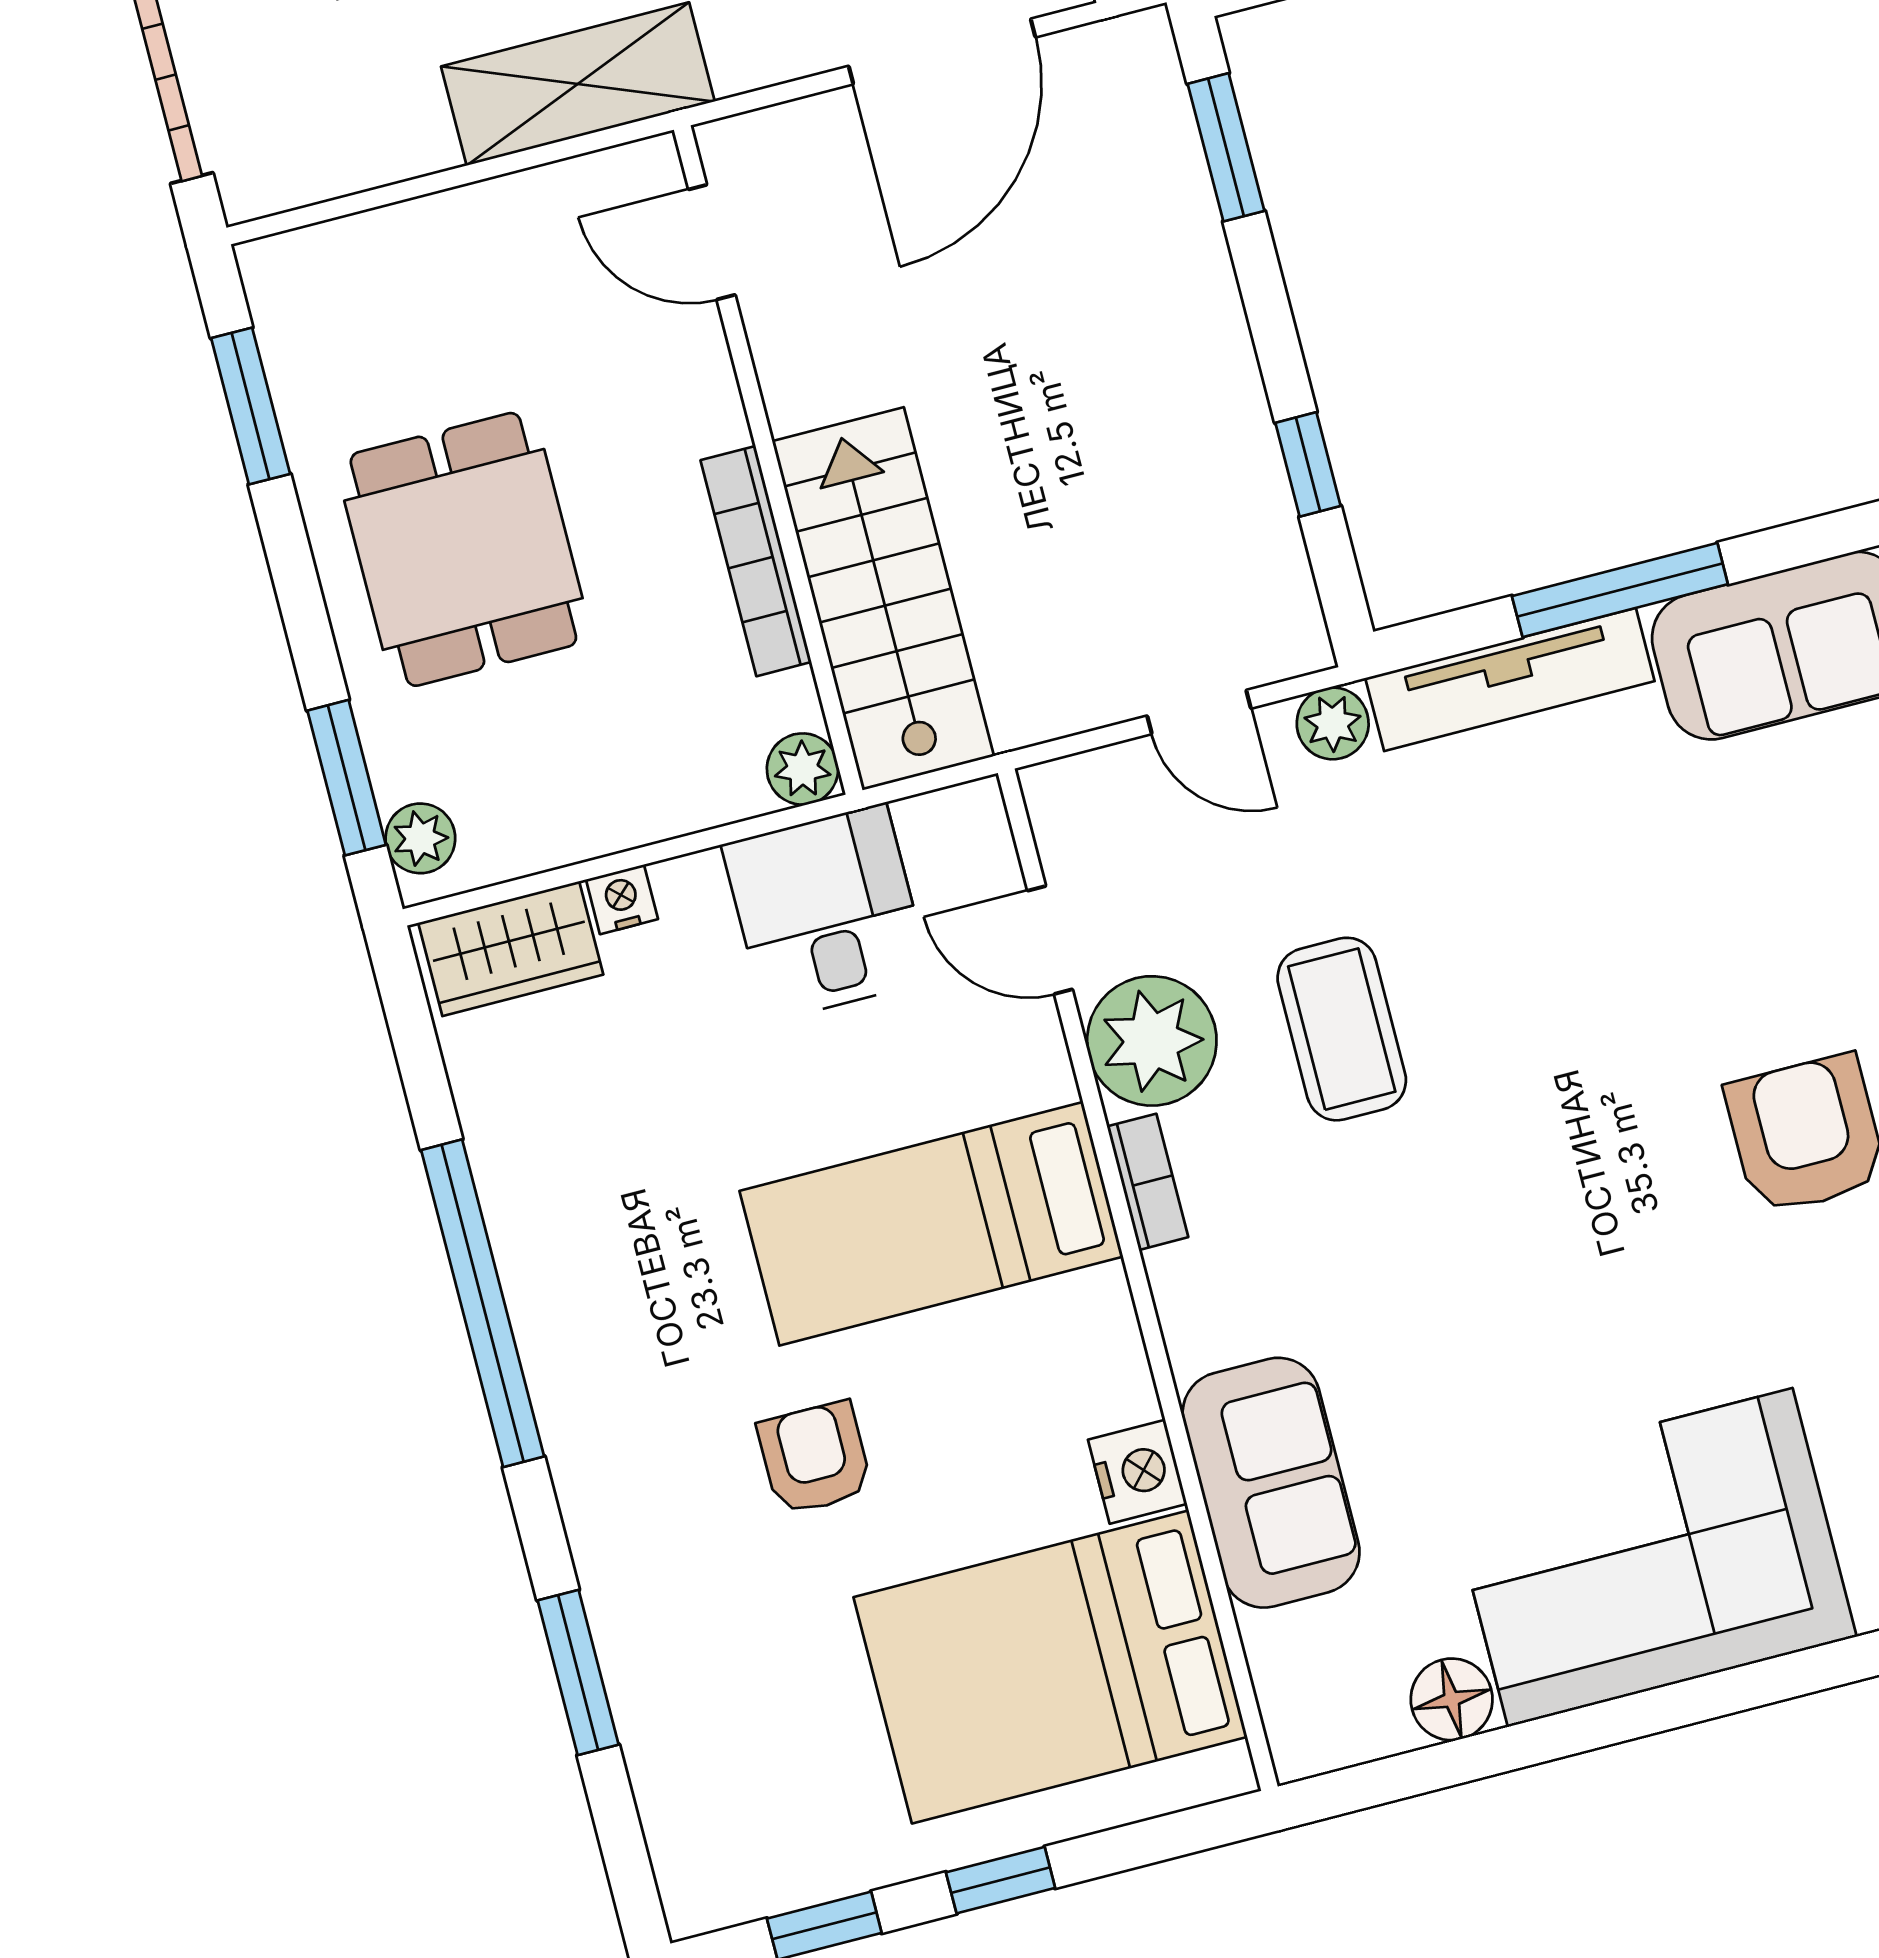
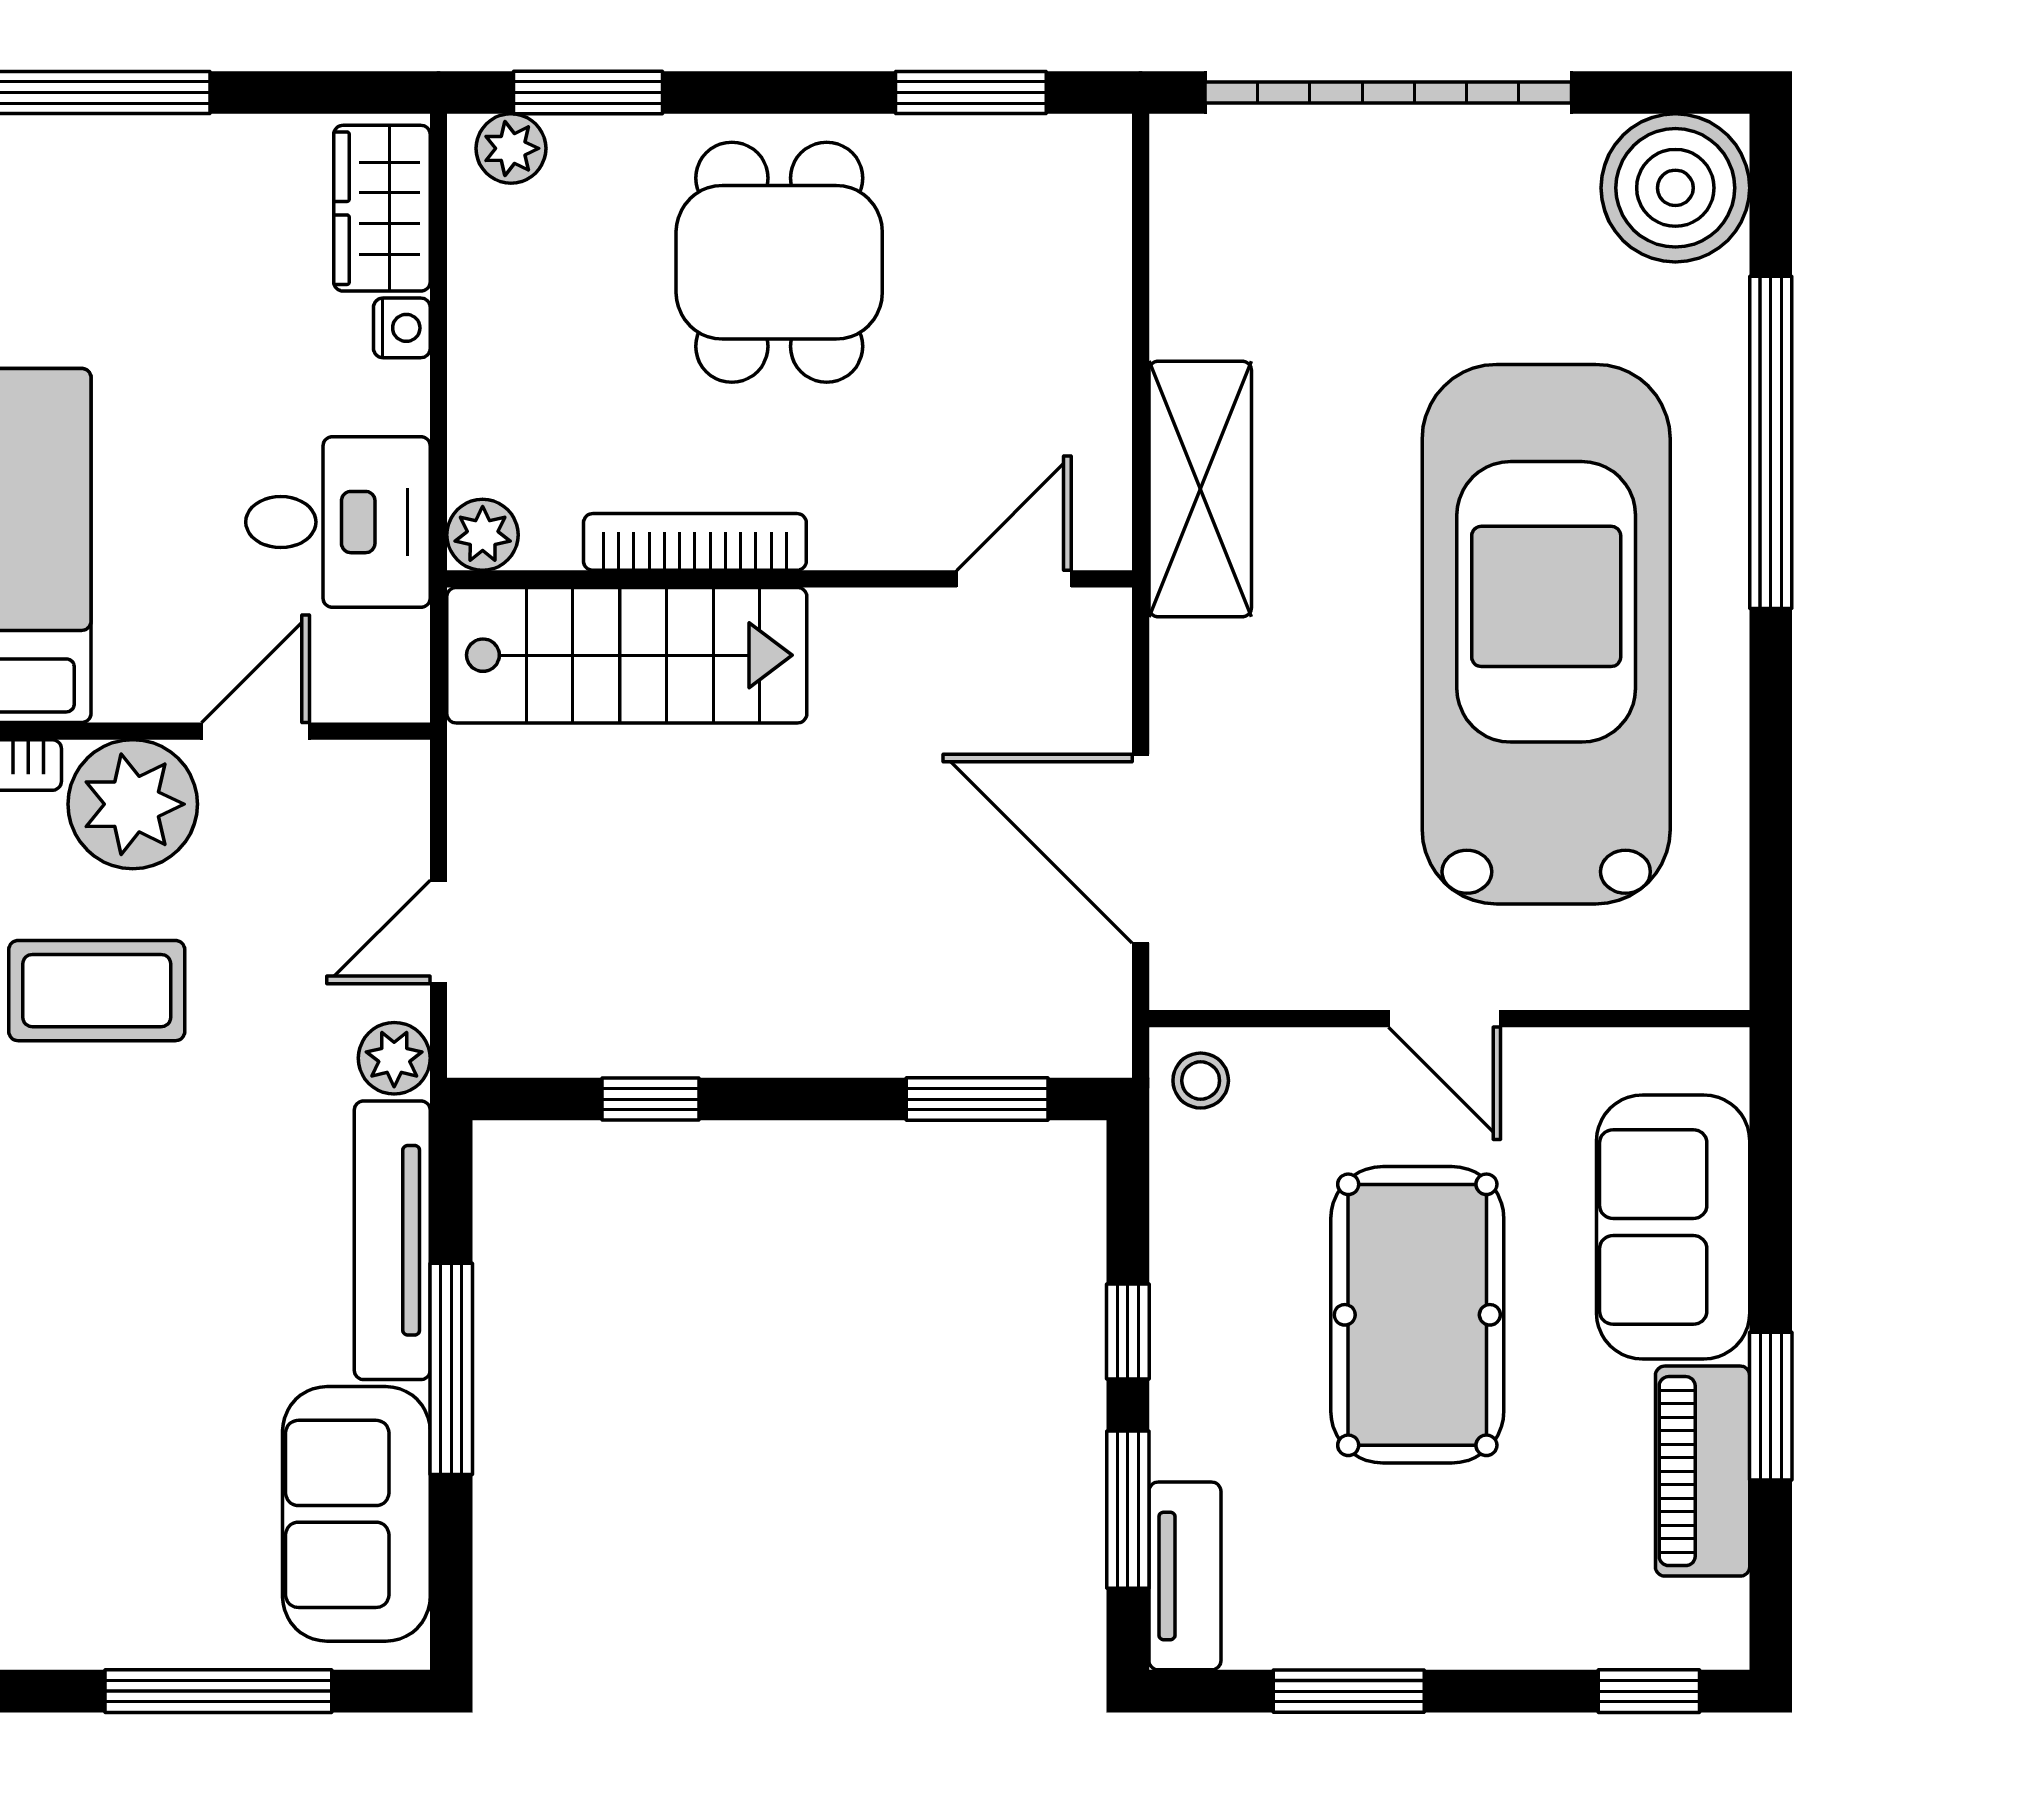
dining table: (463, 549) -> (779, 262), turned 90

